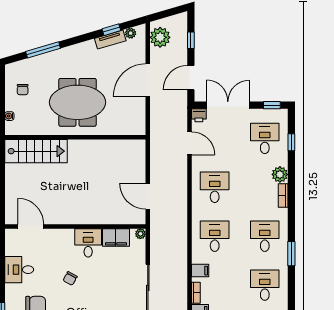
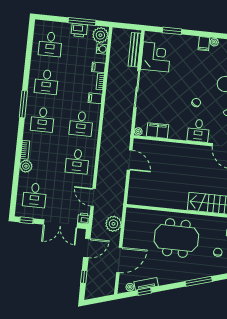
plant: (160, 37) -> (113, 224), moved
door: (148, 80) -> (119, 260), moved
window: (291, 142) -> (14, 190), removed
desk: (88, 243) -> (198, 131), moved
window: (291, 254) -> (23, 104), width x1.44

